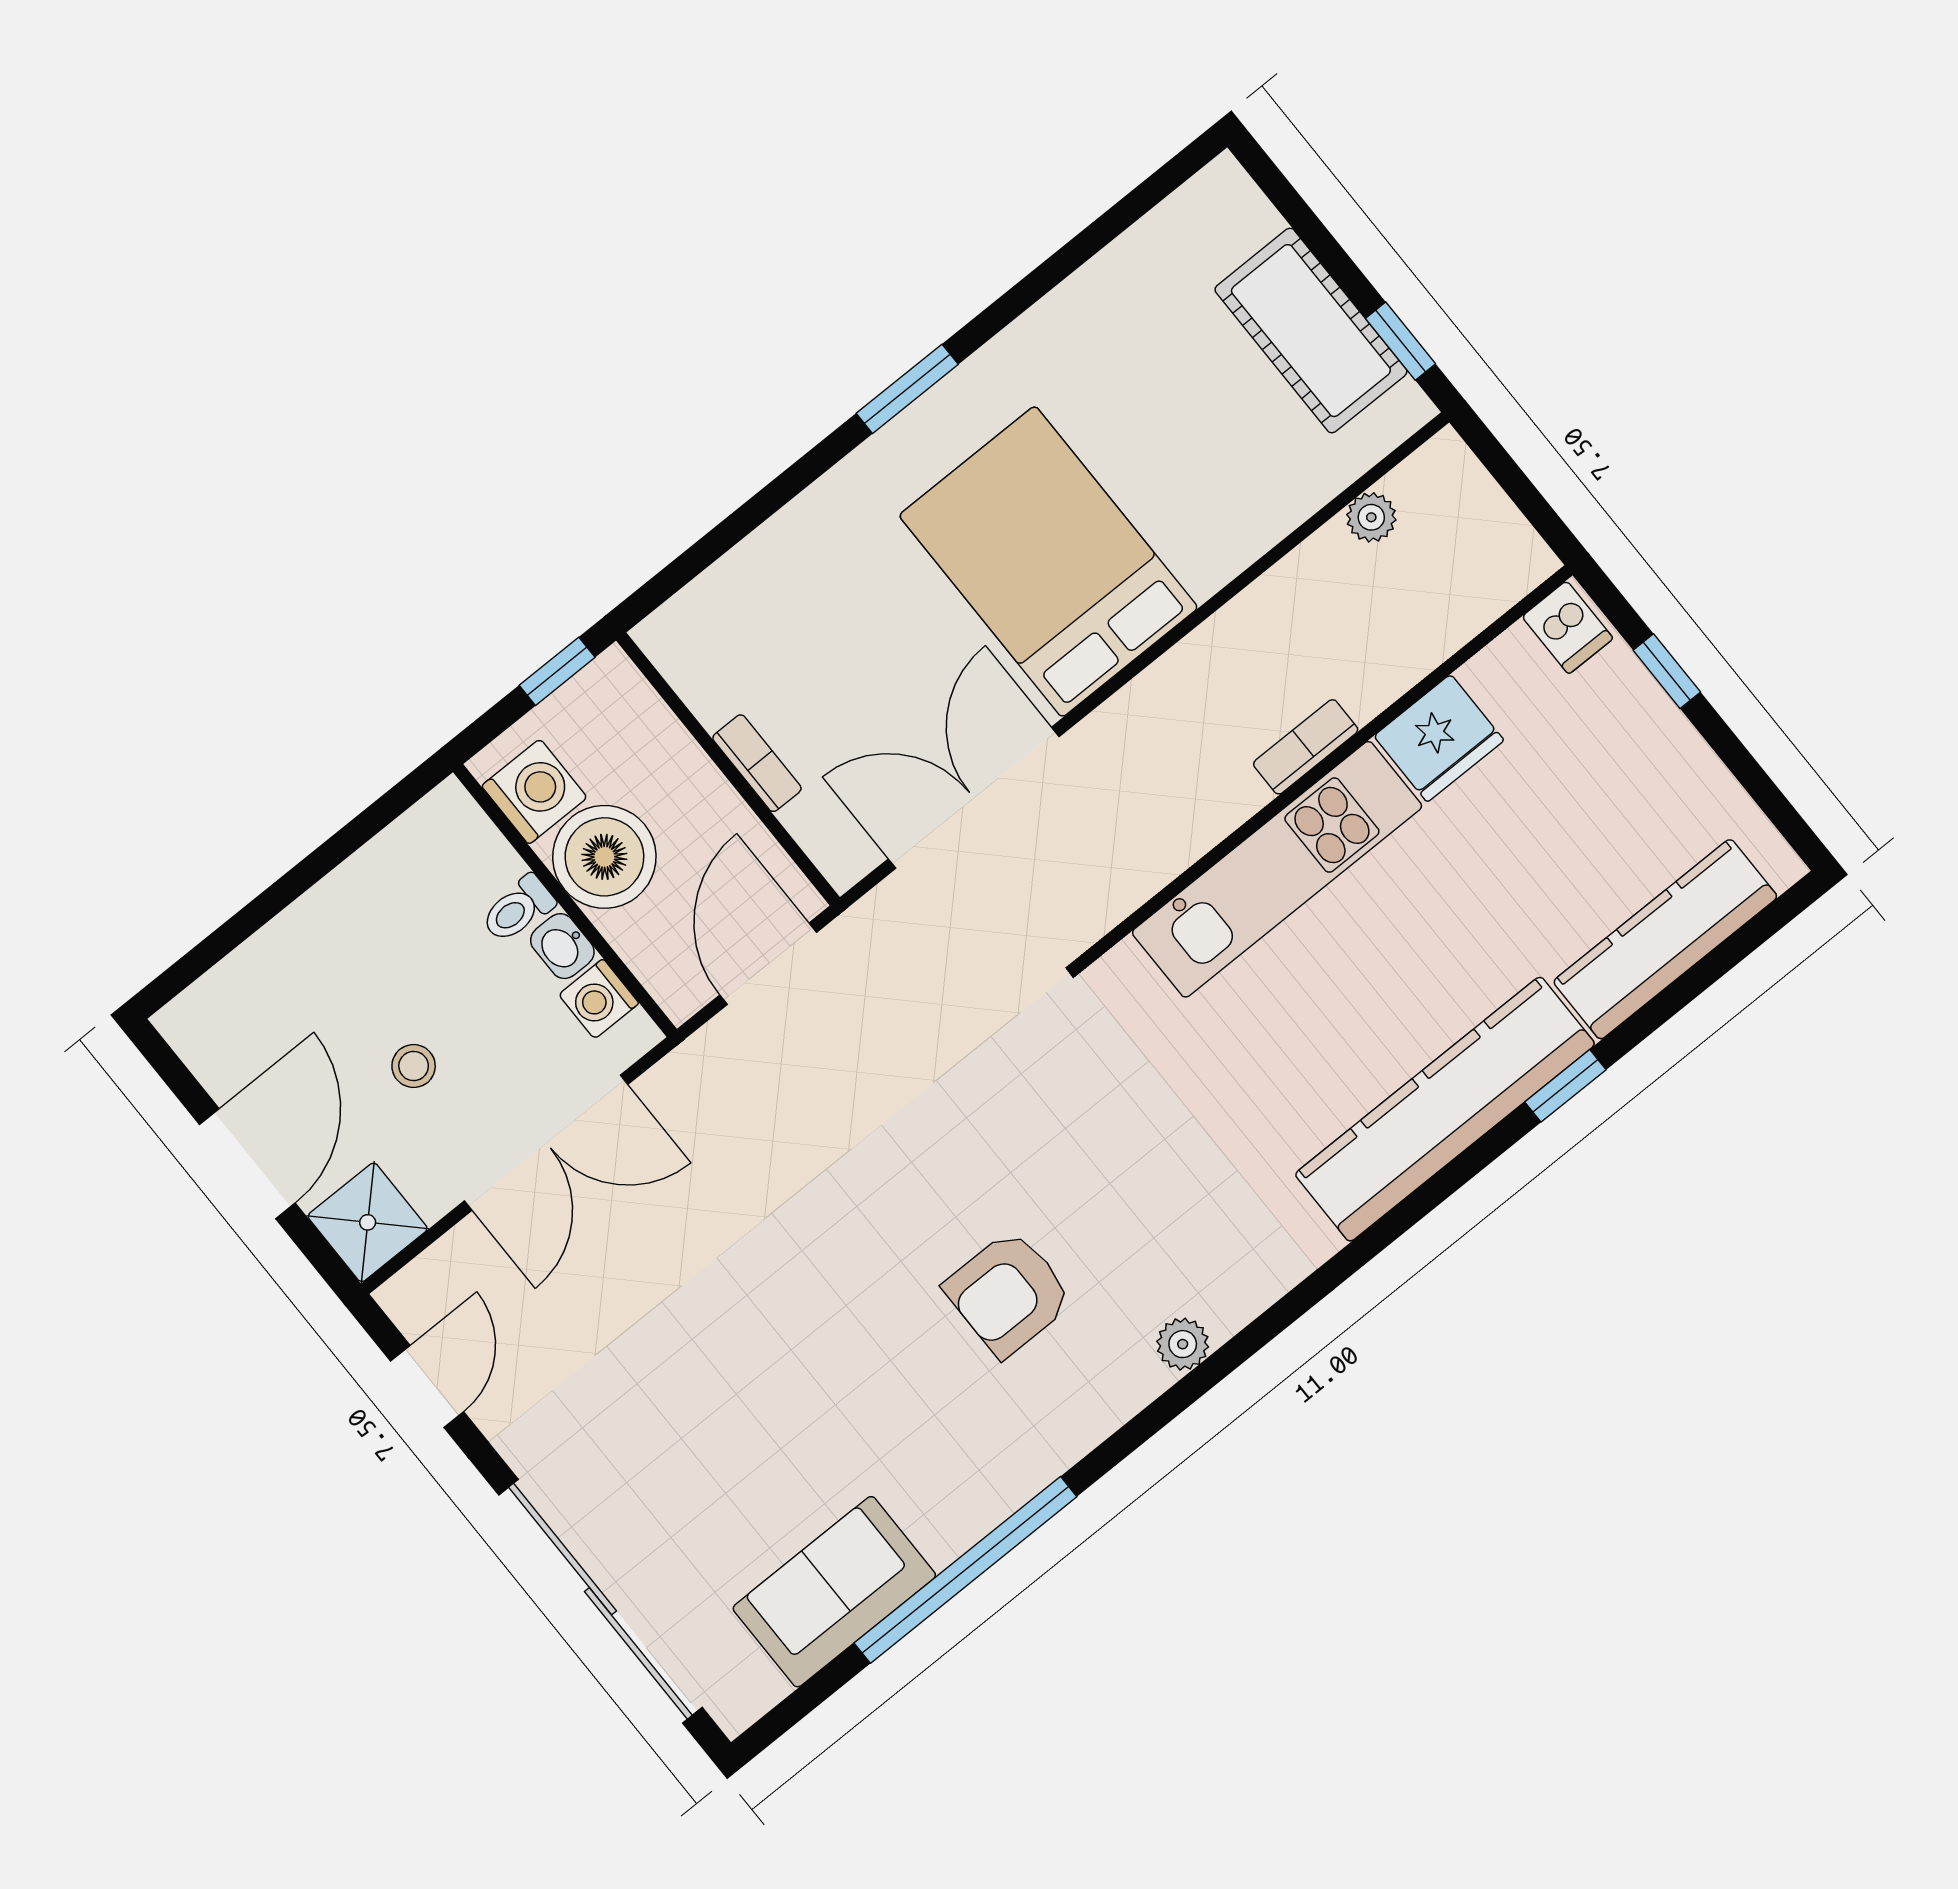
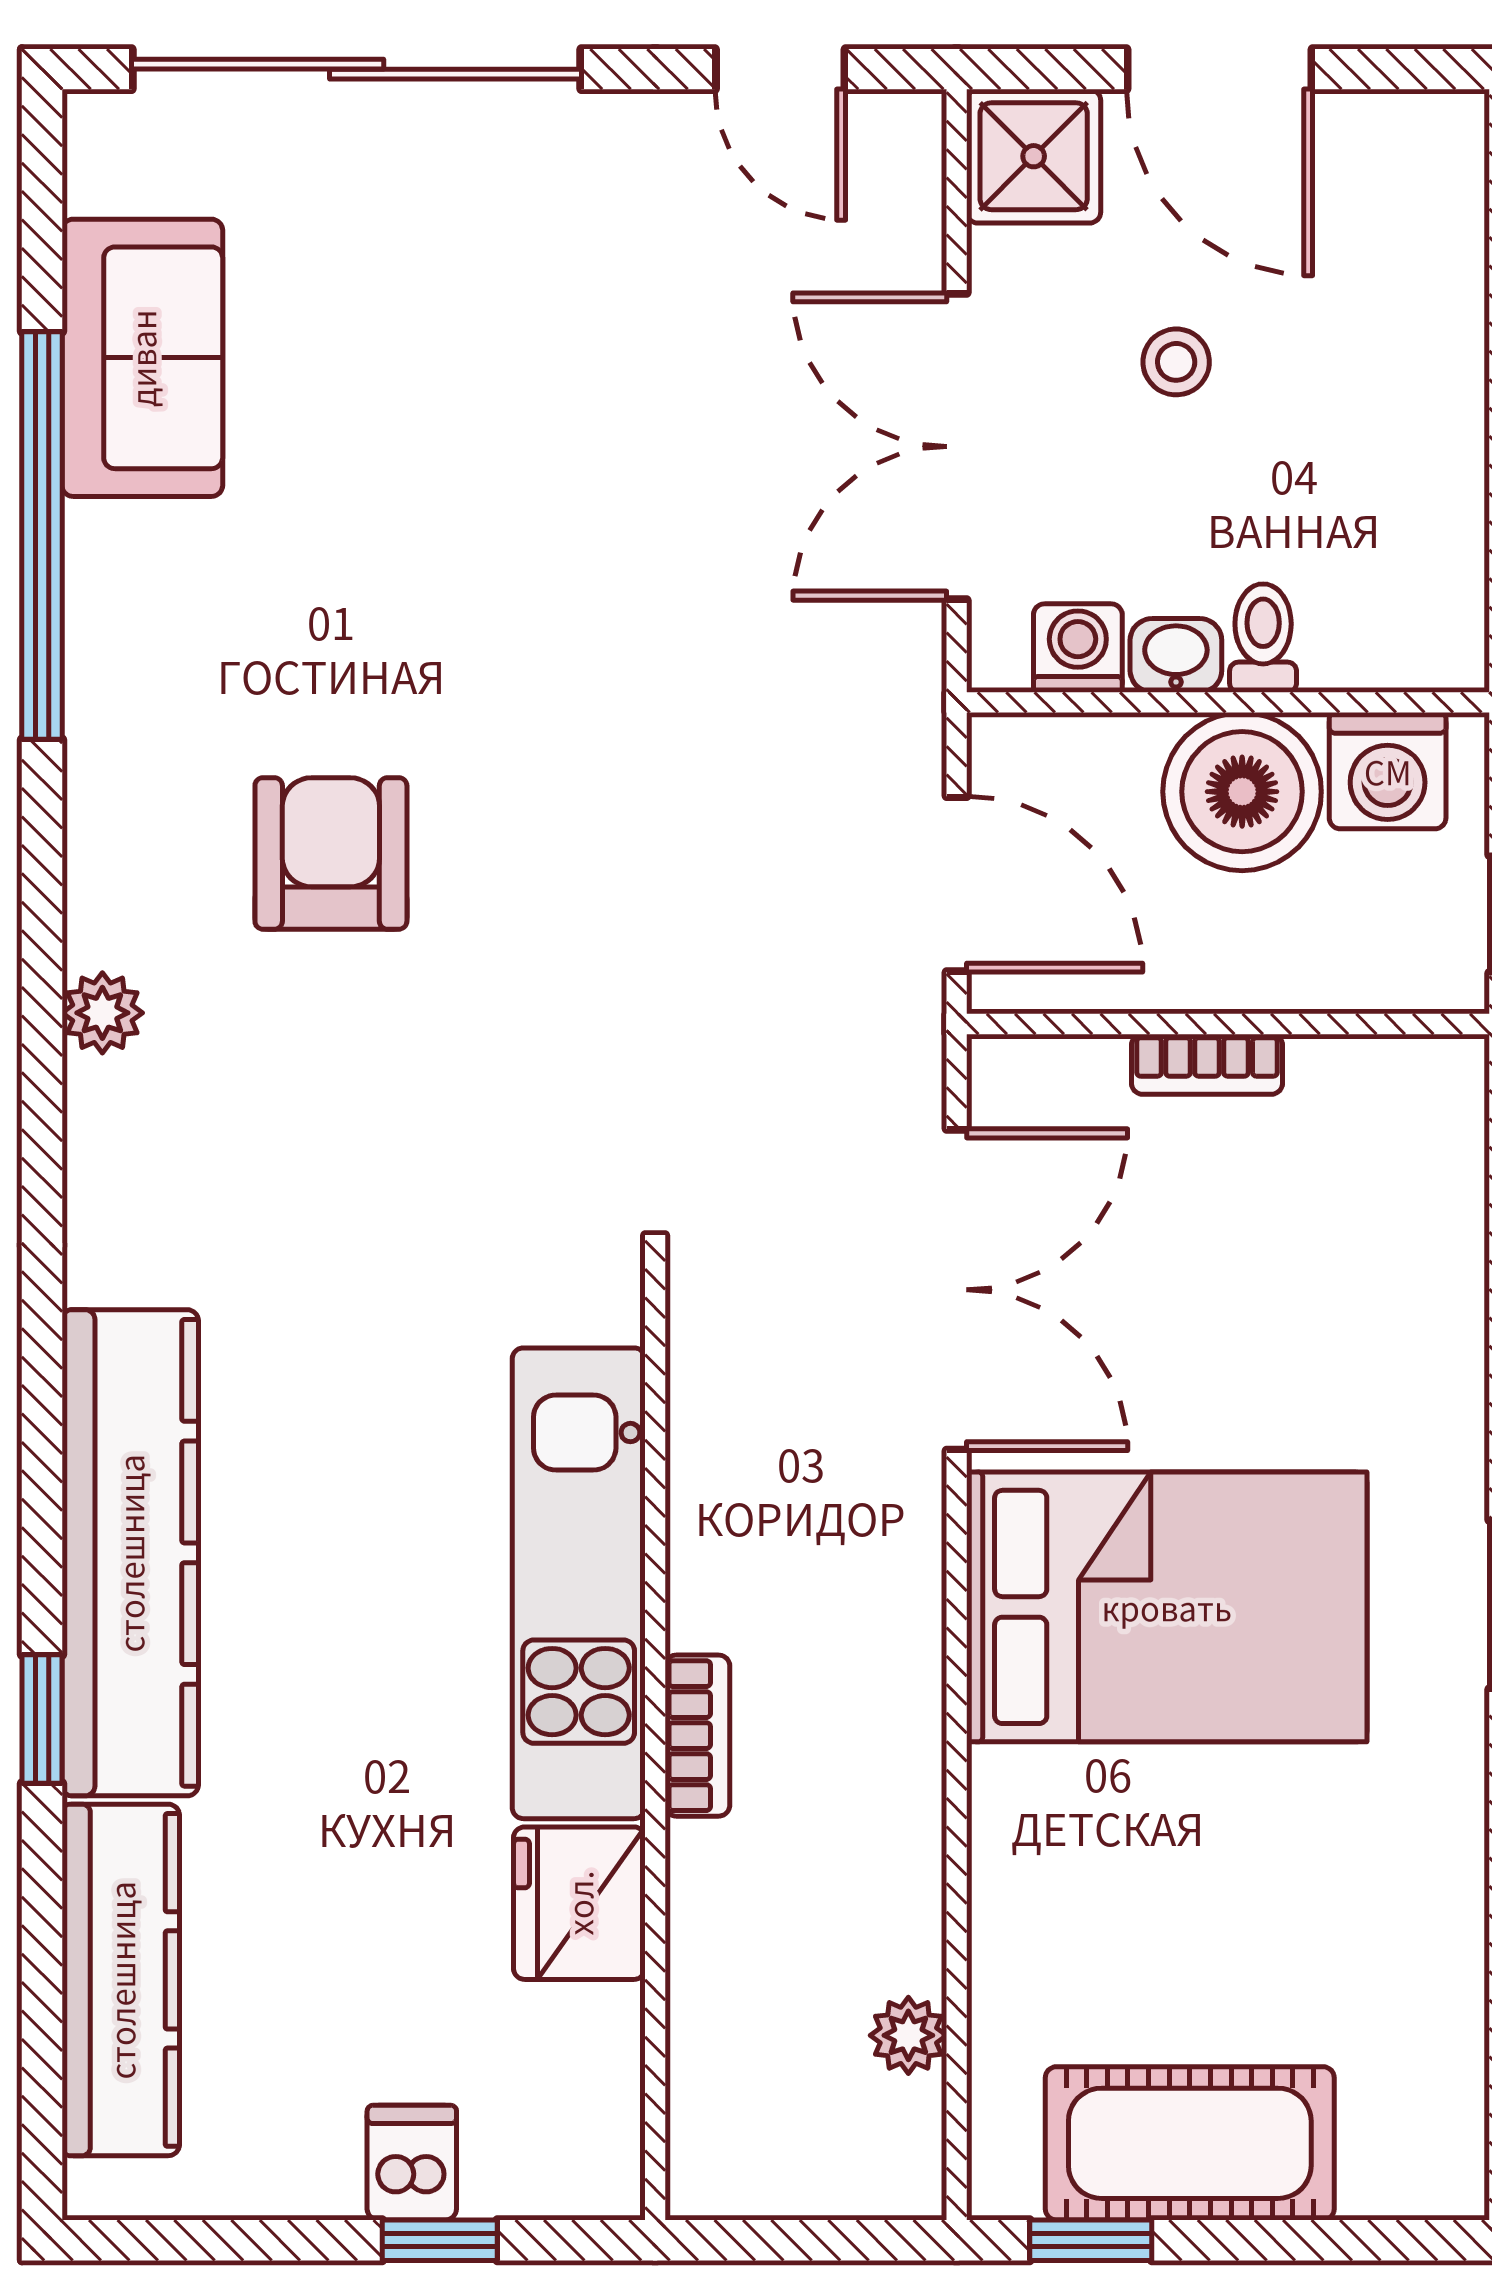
dishwasher: (1568, 627) -> (412, 2163), moved, turned 90

